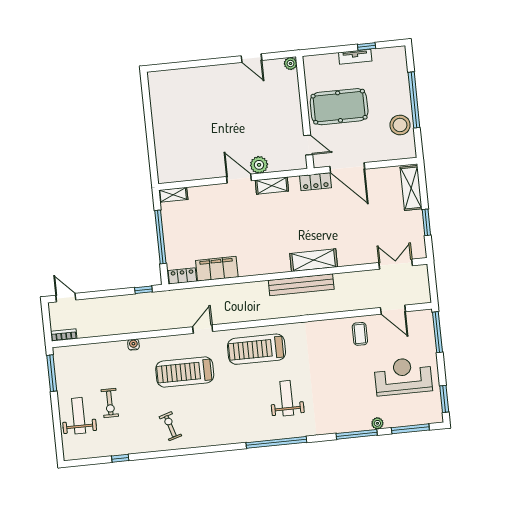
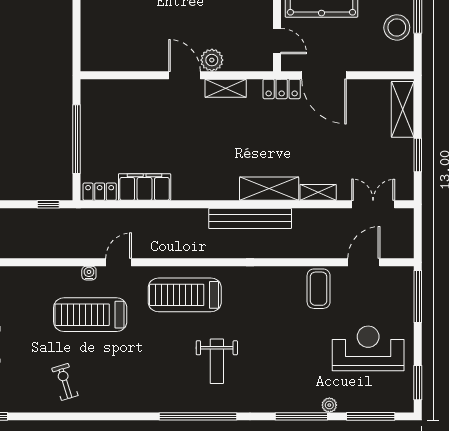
shelving: (173, 195) -> (318, 192), moved
door: (393, 310) -> (364, 262), swing flipped
coffee table: (360, 334) -> (319, 289), width x1.36, depth x1.30
water cooler: (133, 345) -> (89, 273), moved
weight bench: (287, 398) -> (217, 361), turned 180

